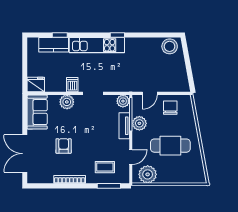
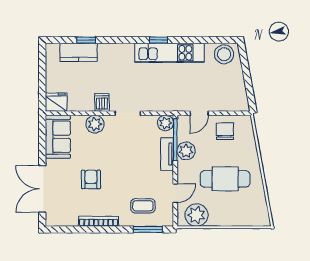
kitchen unit: (97, 45) -> (169, 53), moved

